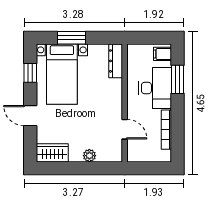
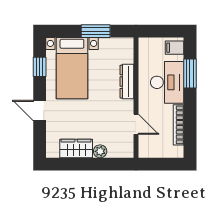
window: (71, 38) -> (96, 31), moved
dresser: (116, 61) -> (127, 82), moved
wardrobe: (52, 153) -> (76, 148), moved

